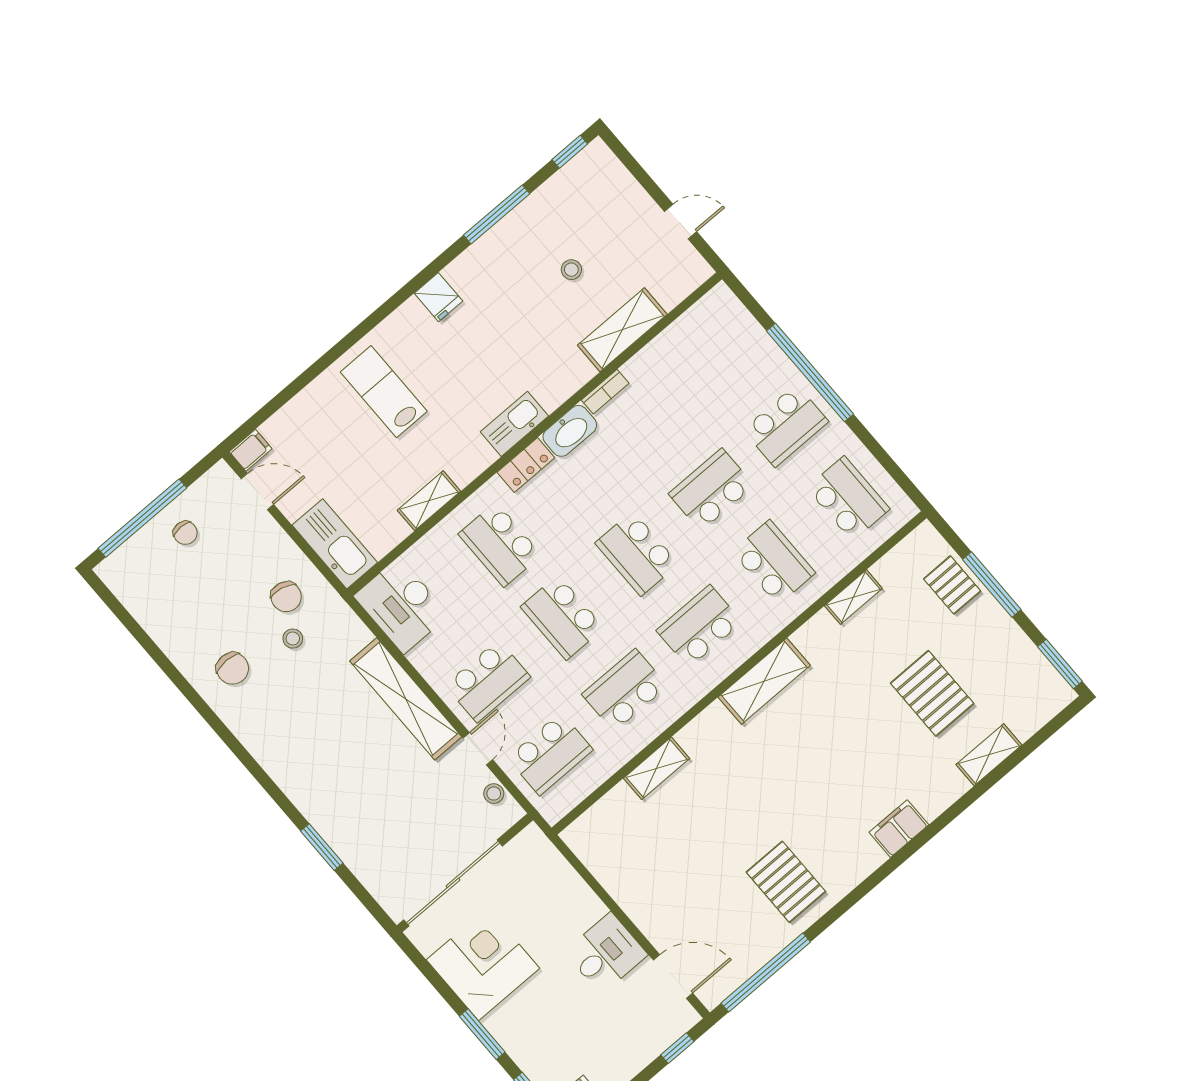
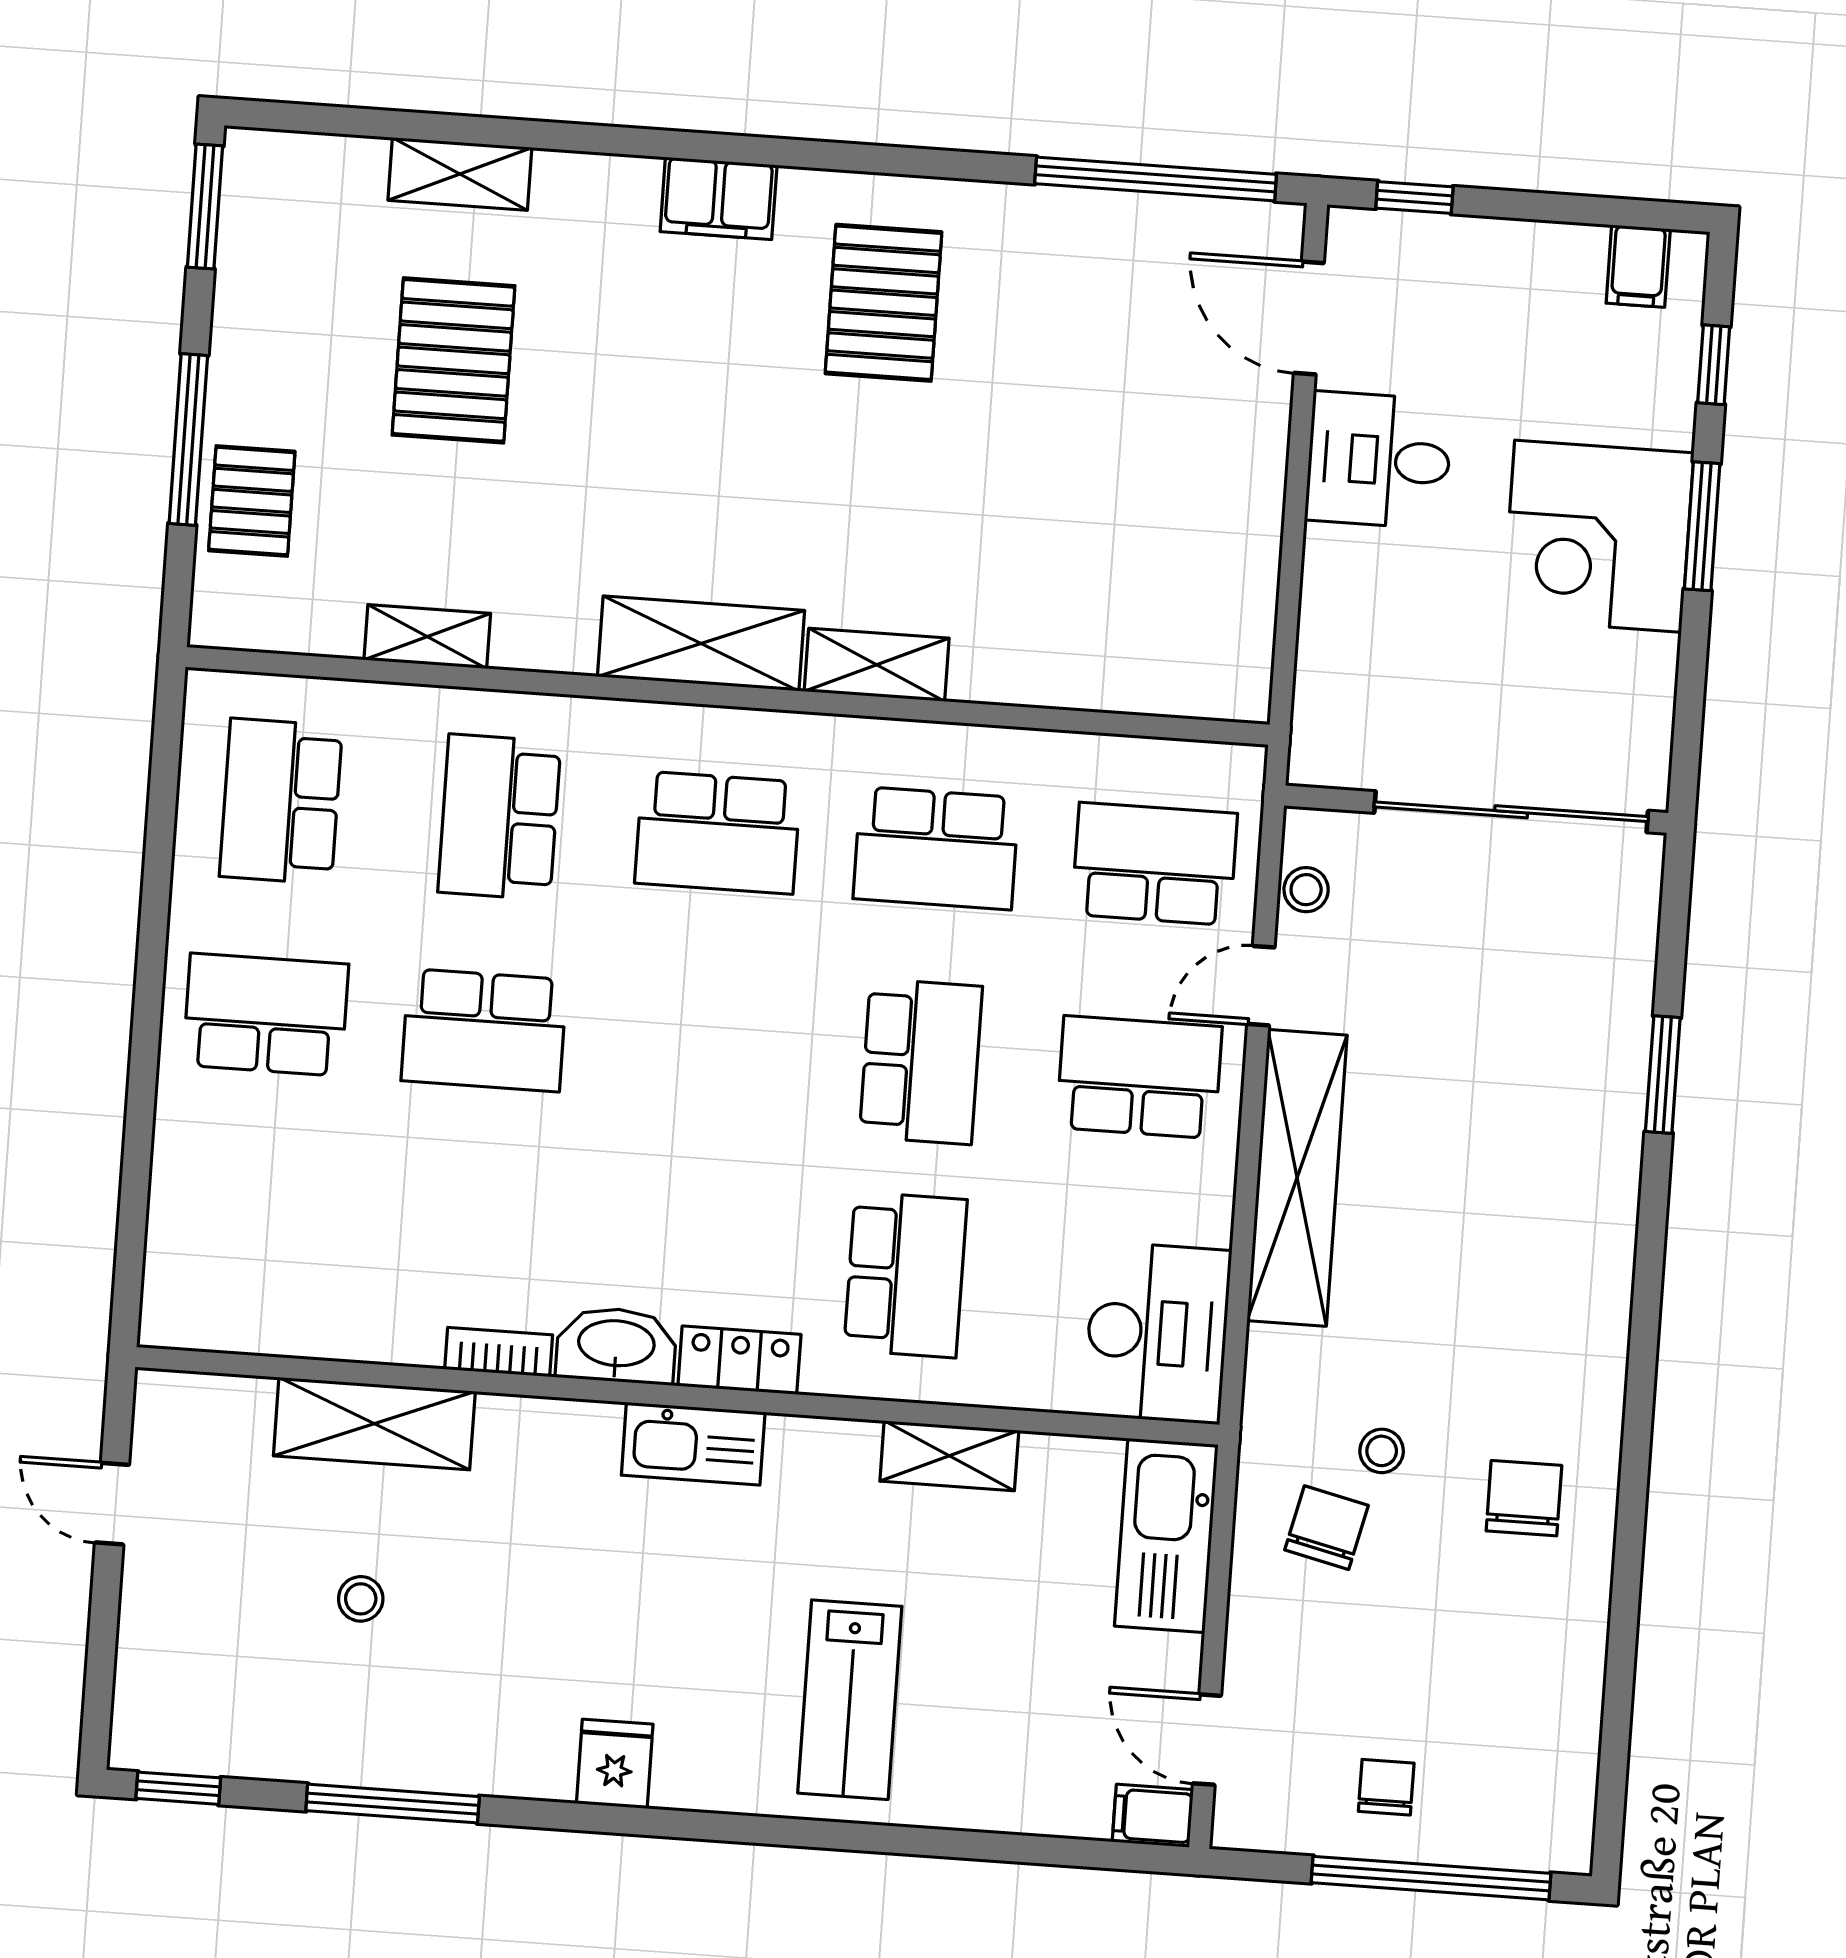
window: (810, 373) -> (144, 1061), removed
school desk: (637, 553) -> (702, 1046), removed
shelving: (656, 768) -> (877, 665), moved
pallet: (786, 882) -> (884, 303), moved
corner desk: (483, 964) -> (1598, 536), moved

